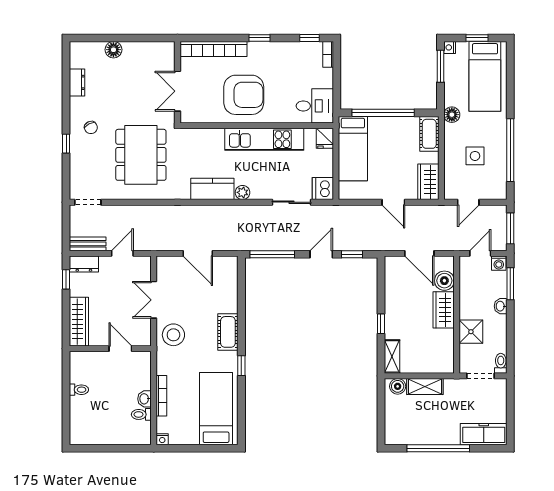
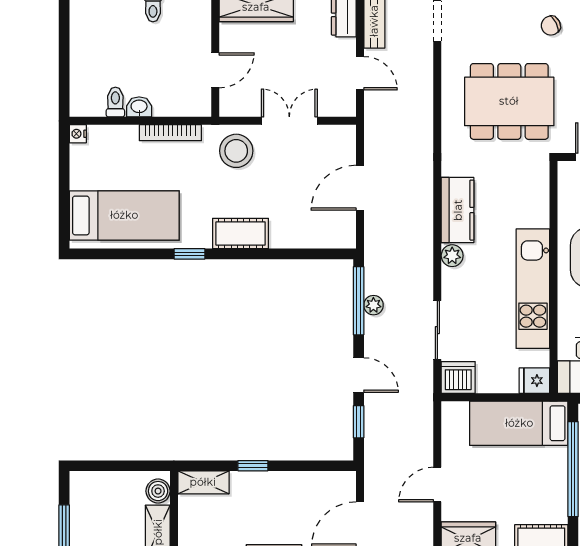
plant: (275, 244) -> (373, 305), added
bookcase: (161, 396) -> (170, 133), moved

